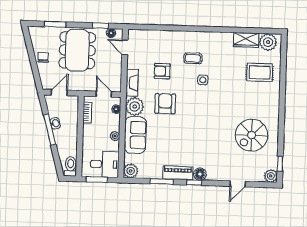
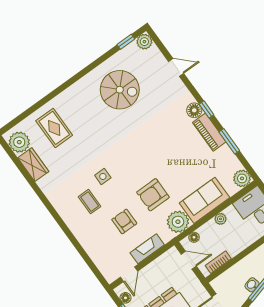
armchair: (162, 71) -> (124, 221), turned 180
fireplace: (132, 83) -> (147, 249), moved
door: (104, 94) -> (189, 260), swing flipped

